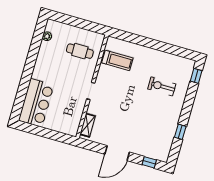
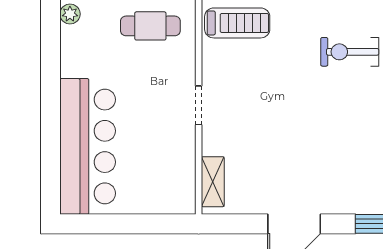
bar counter: (36, 103) -> (88, 146), width x1.36

